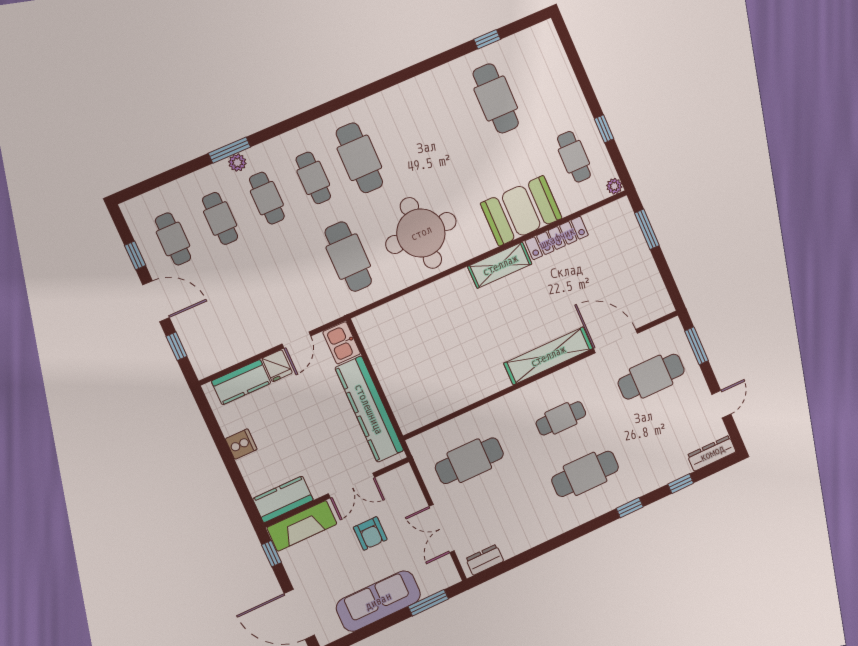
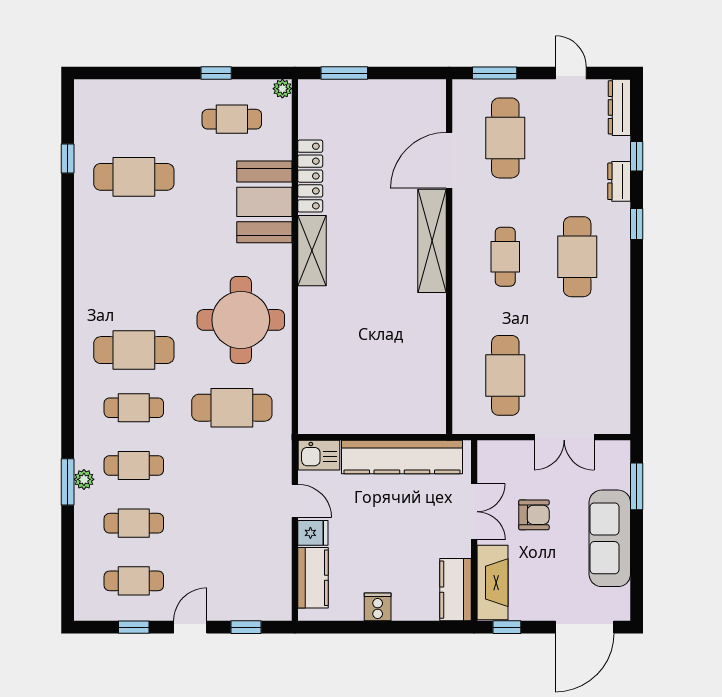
door: (156, 301) -> (190, 627), width x0.73
dresser: (485, 560) -> (619, 181), moved

